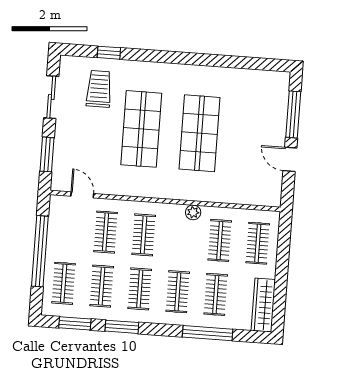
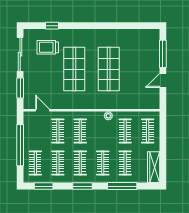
trolley: (99, 89) -> (48, 47), turned -90
sliding door: (51, 97) -> (20, 54), width x1.37
door: (290, 159) -> (163, 80), hinge flipped
window: (122, 327) -> (83, 186), moved

